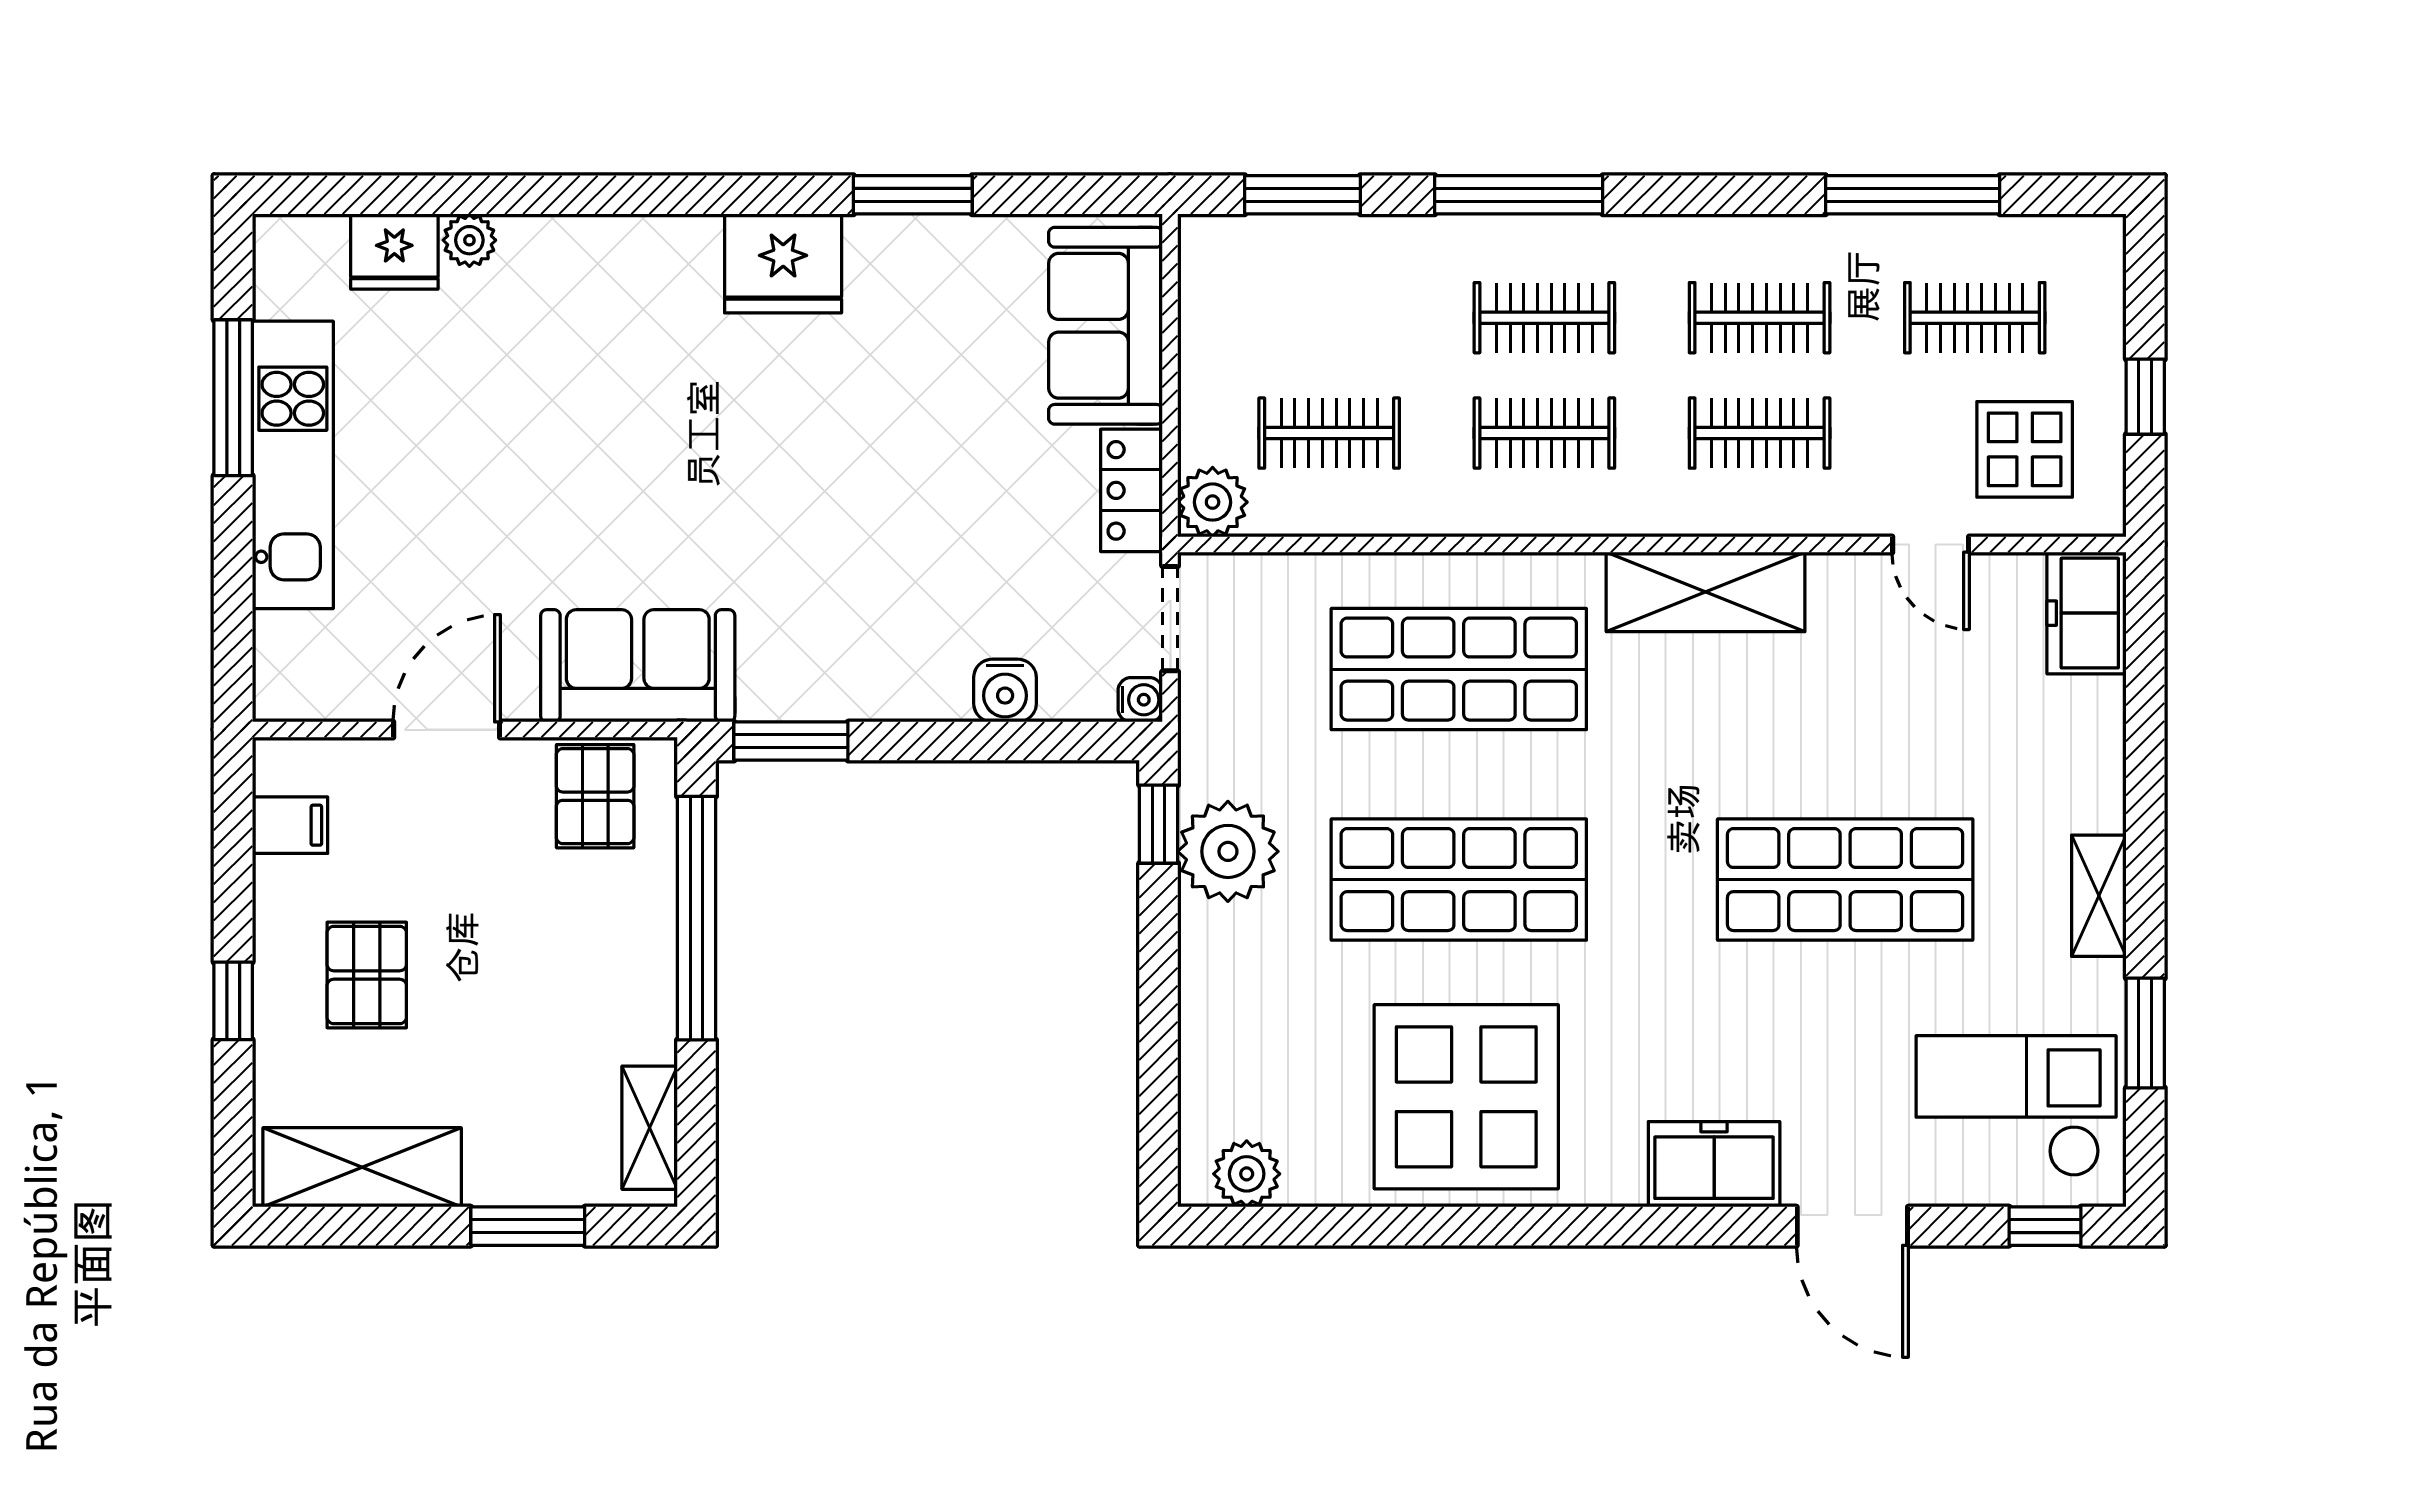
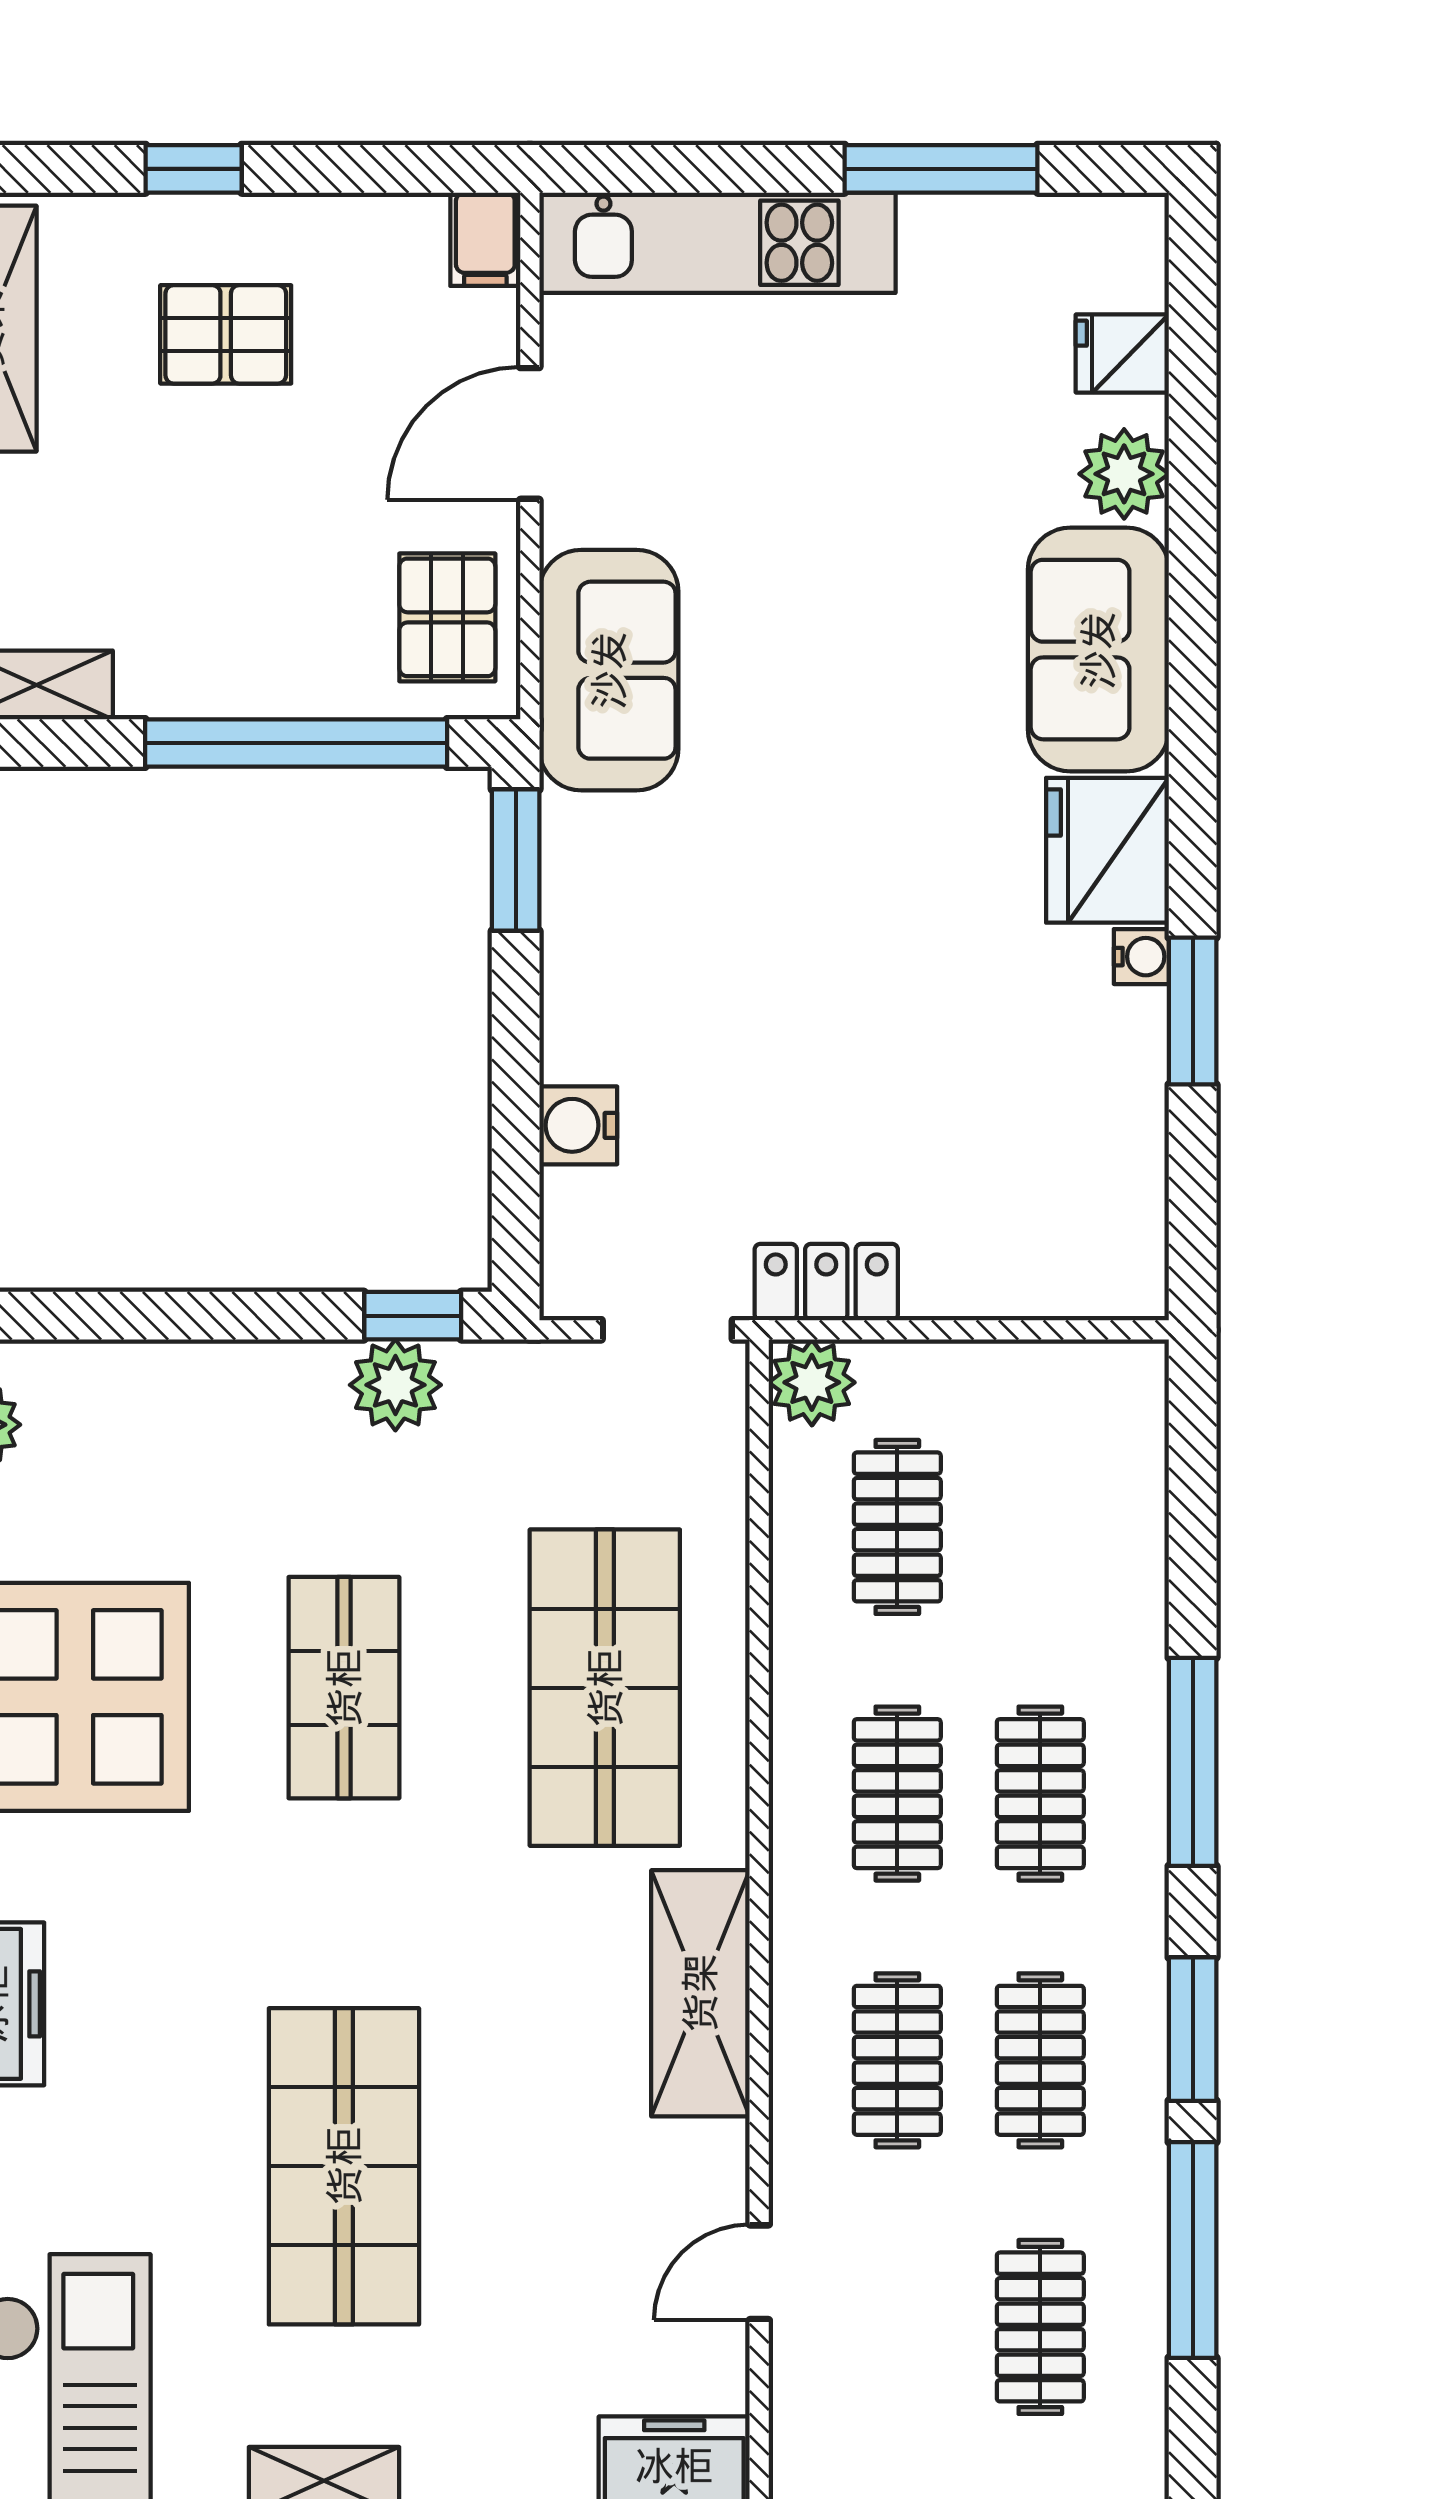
window: (1303, 195) -> (1193, 2029), moved
plant: (469, 240) -> (1124, 474), width x1.38, depth x1.38
fridge: (394, 252) -> (1122, 354), width x0.72
sofa: (1106, 326) -> (1098, 650), moved, turned -90
display table: (2025, 449) -> (877, 2389), removed
kitchen unit: (293, 465) -> (717, 243), moved
water cooler: (1140, 700) -> (1141, 957), moved, turned -90
door: (447, 730) -> (530, 433), swing flipped
pallet: (595, 796) -> (447, 617), turned 90
filing cabinet: (290, 825) -> (485, 239), moved
plant: (1228, 851) -> (395, 1385), width x0.73, depth x0.73
shop shelf: (1459, 880) -> (344, 1688), width x0.70, depth x0.74

